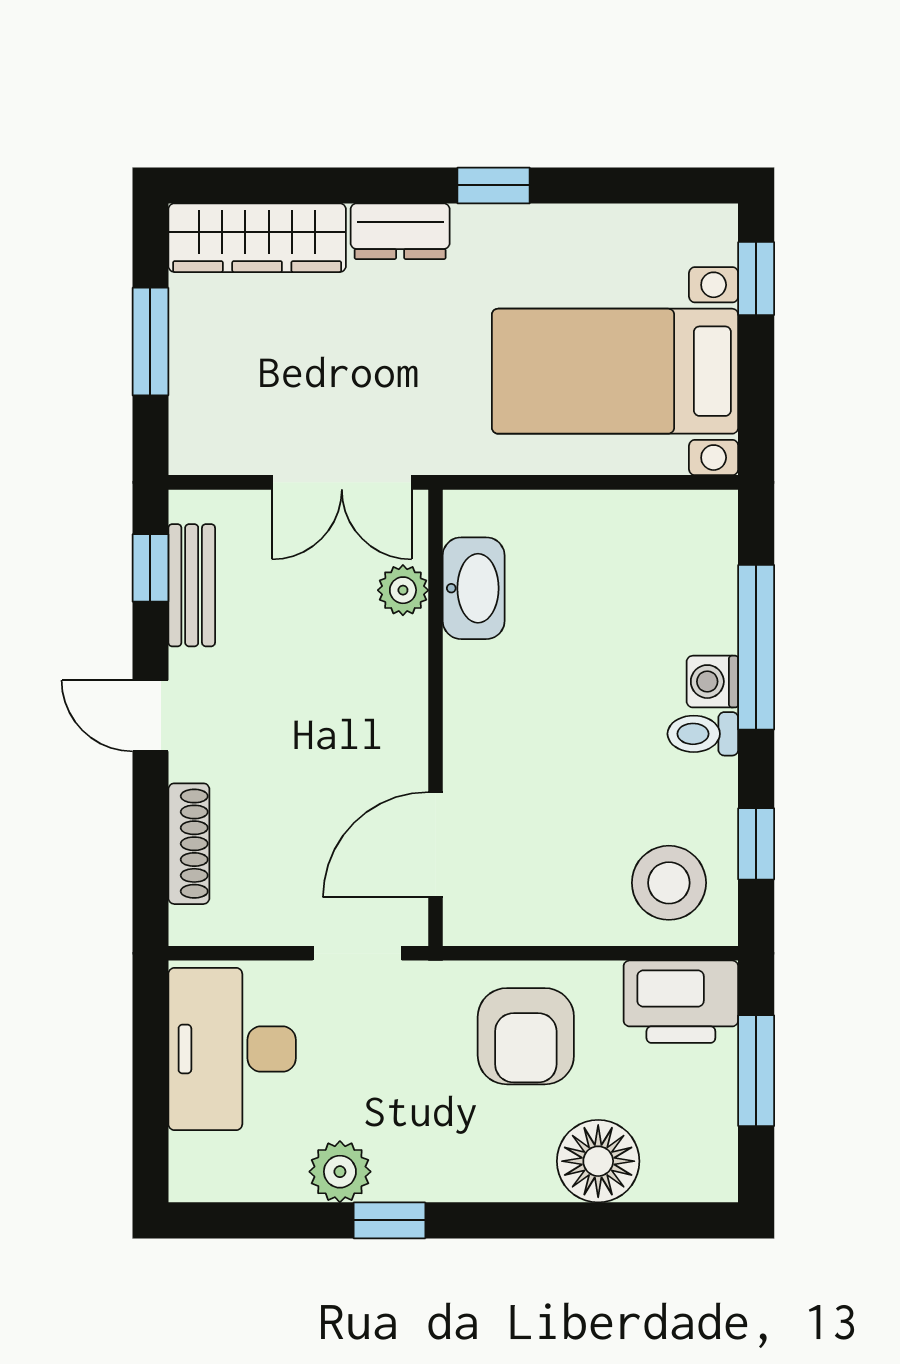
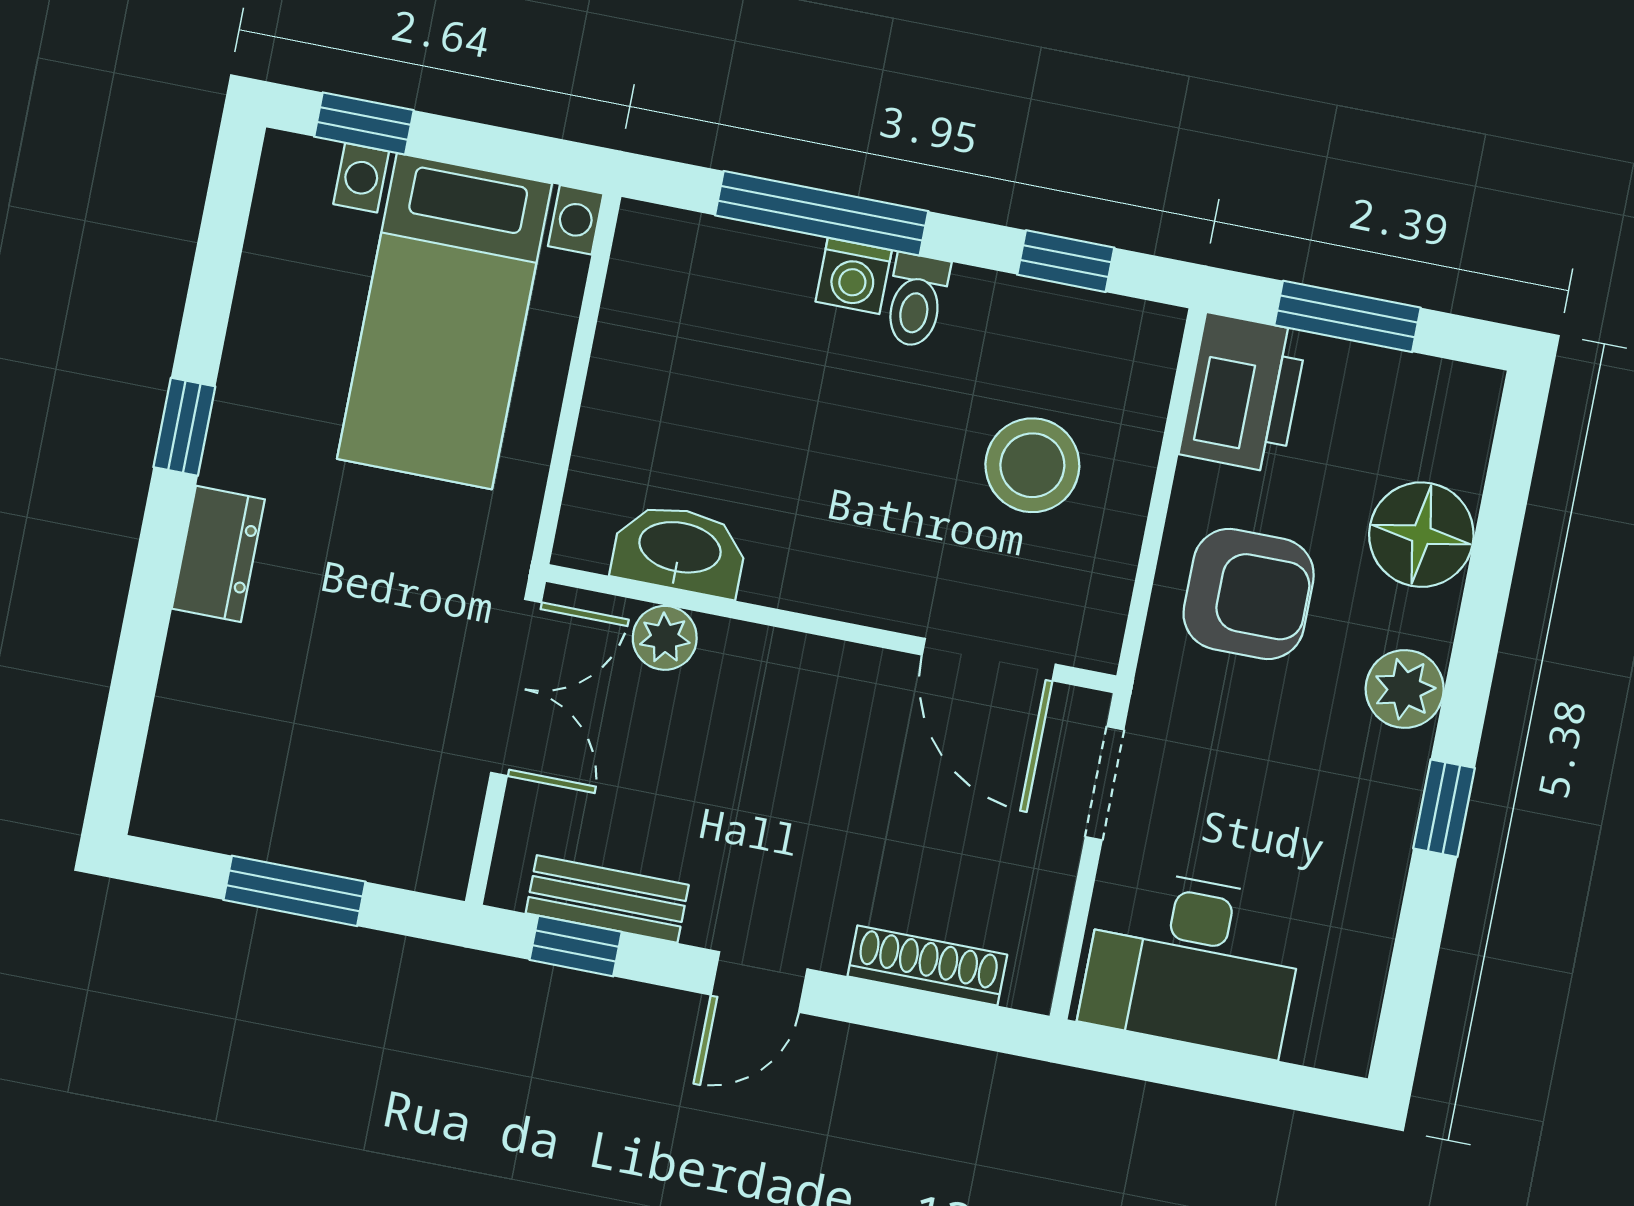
wardrobe: (257, 238) -> (192, 733), removed
stool: (669, 883) -> (1032, 465), moved
plant: (340, 1172) -> (1405, 689), moved

